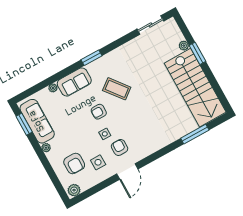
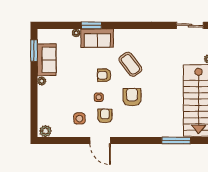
window: (91, 58) -> (91, 25), moved
sofa: (37, 121) -> (47, 60), width x0.73
armchair: (74, 164) -> (132, 97), moved, turned 180
door: (127, 172) -> (100, 140), hinge flipped

